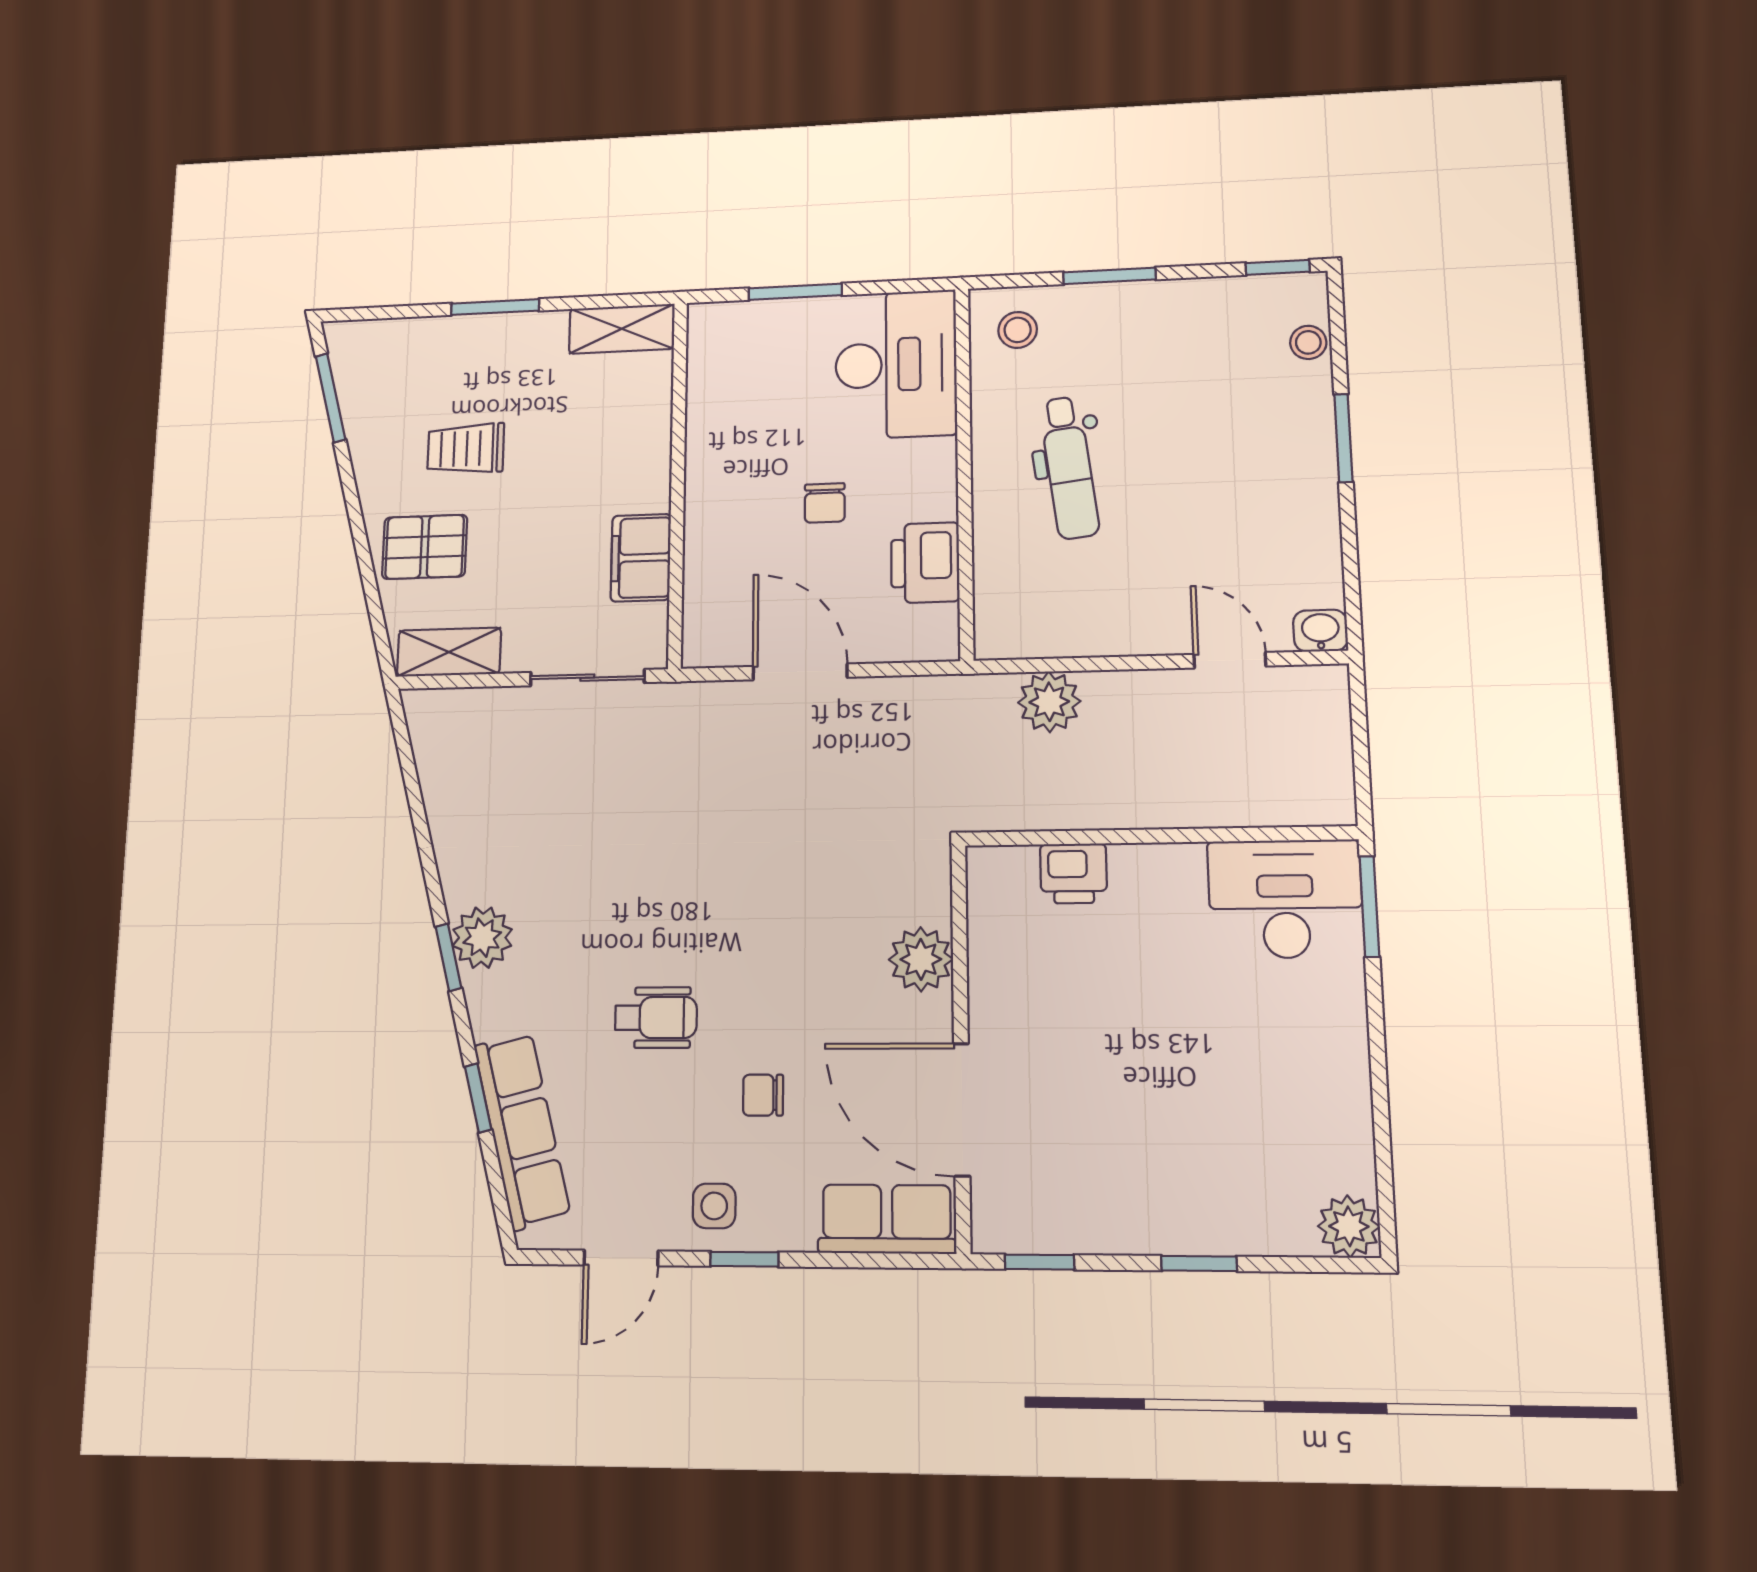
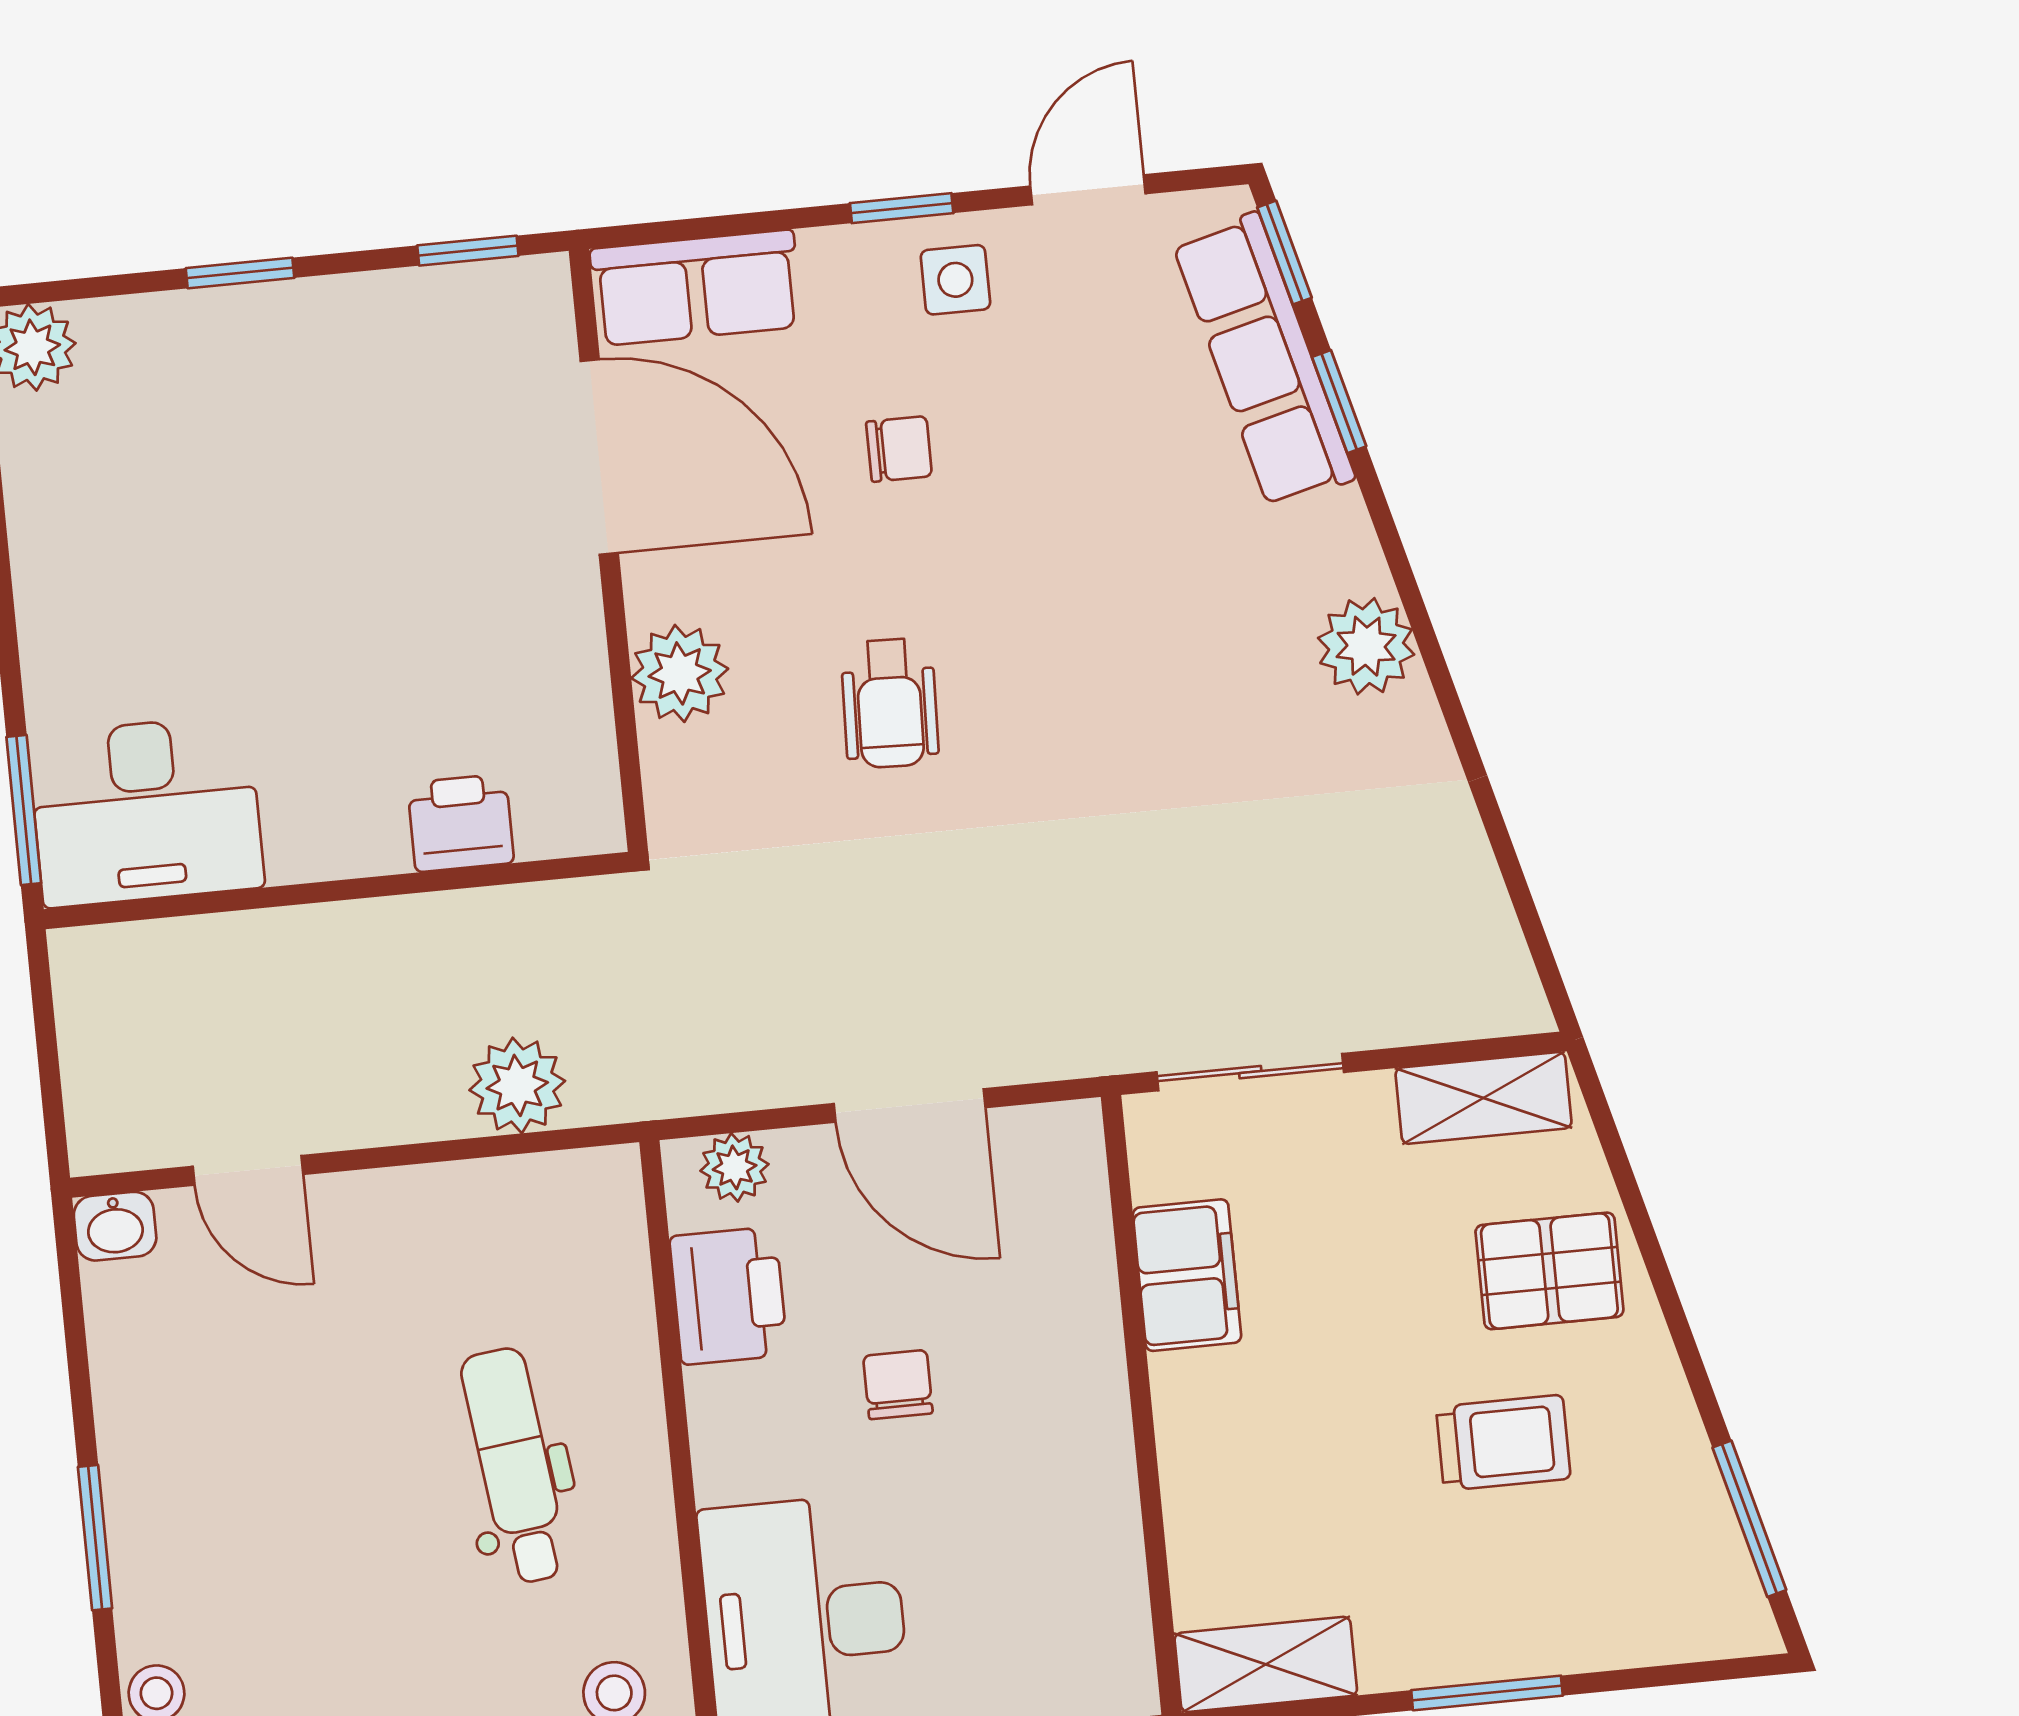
plant: (914, 641) -> (735, 1167), added
window: (448, 957) -> (1284, 253), moved
wheelchair: (656, 1018) -> (890, 703), moved, turned -88

